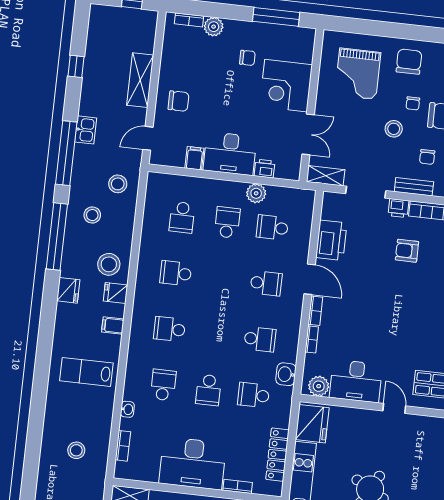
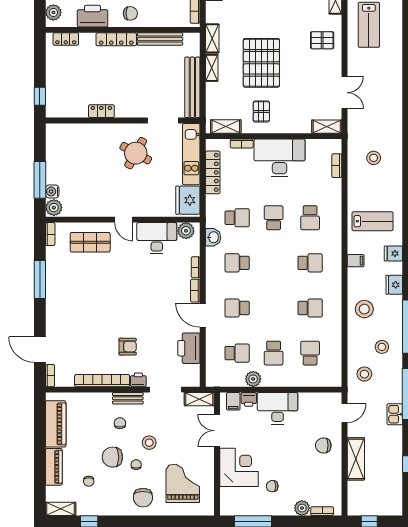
filing cabinet: (194, 158) -> (233, 401), moved
fridge: (116, 293) -> (393, 253), moved, turned 180
washbasin: (127, 409) -> (336, 195), removed

